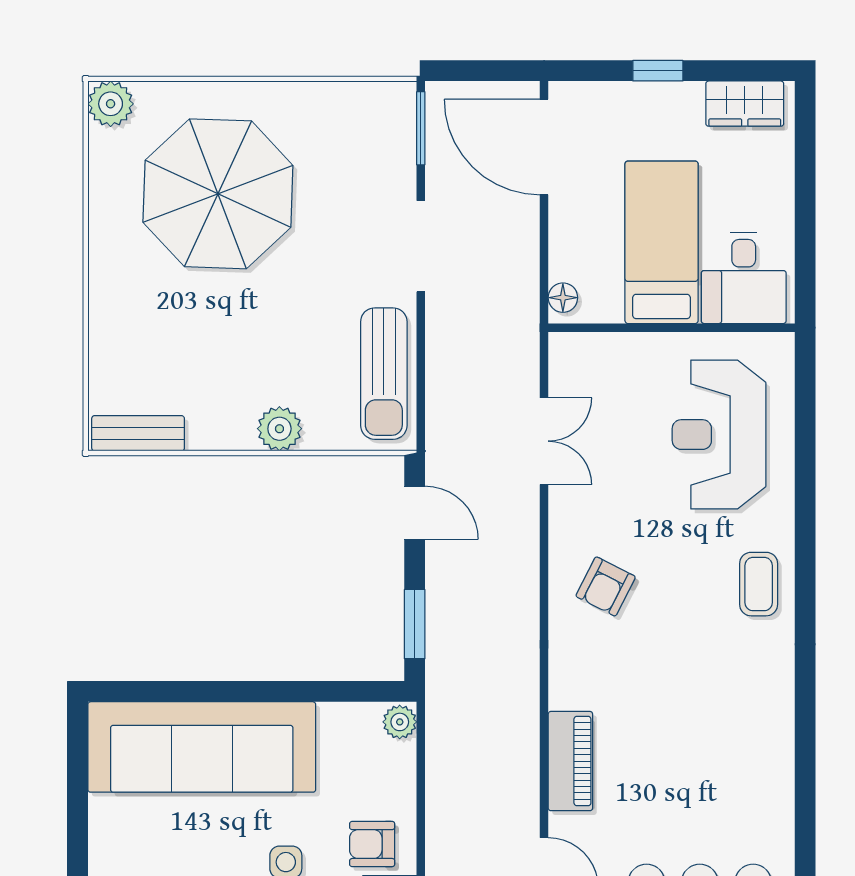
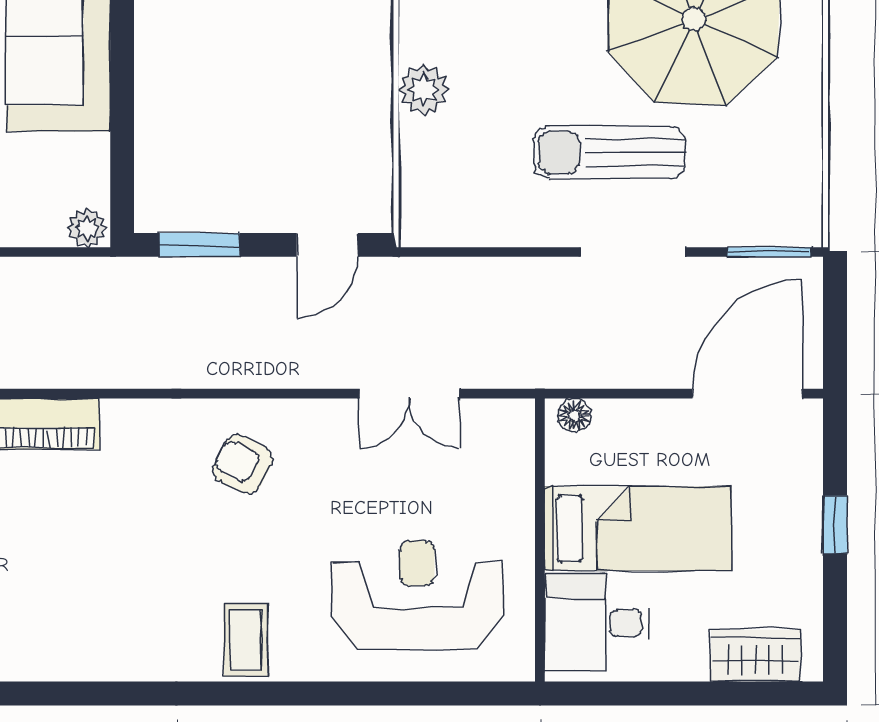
wardrobe: (745, 104) -> (756, 656), moved, turned 90
sun lounger: (384, 374) -> (609, 152), moved
coffee table: (759, 584) -> (245, 640), turned 90

